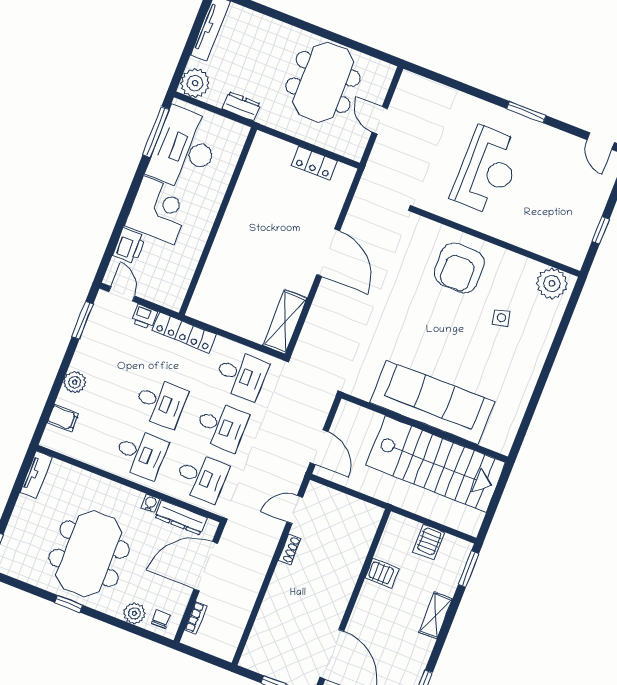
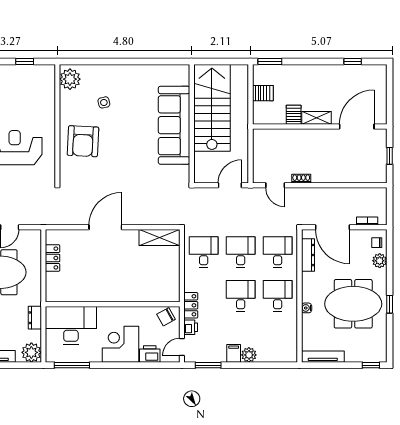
desk: (184, 149) -> (71, 325), moved, turned 180
armchair: (459, 268) -> (83, 141), turned 93
chair: (172, 288) -> (166, 317), added
locker: (184, 332) -> (191, 305), width x0.66
filing cabinet: (63, 418) -> (234, 353), moved
tv unit: (36, 475) -> (323, 357), width x1.41
water cooler: (150, 503) -> (307, 308), moved
shelving: (436, 615) -> (317, 118), moved

